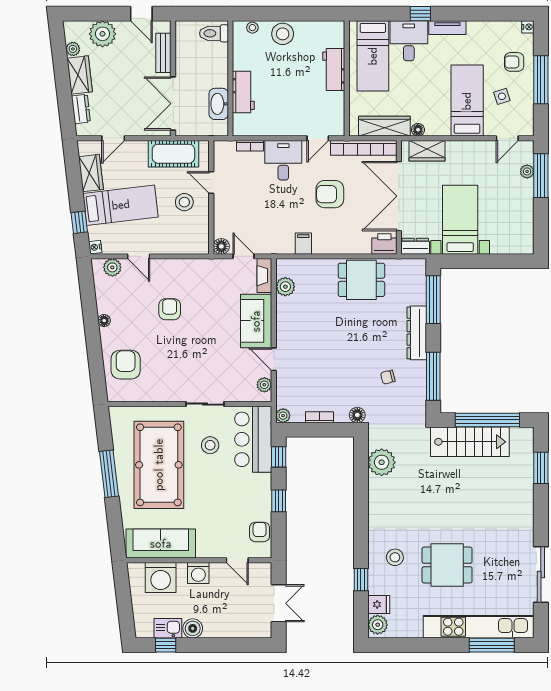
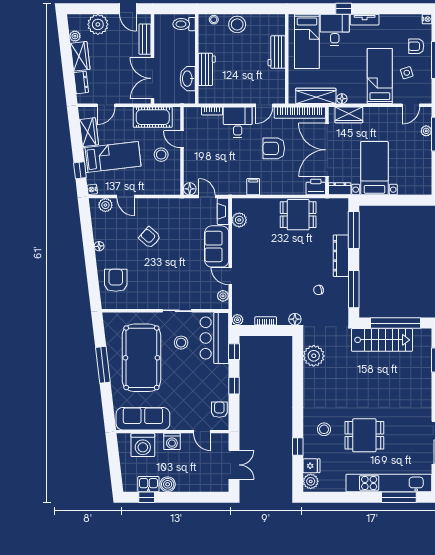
armchair: (170, 309) -> (150, 237), turned -49

